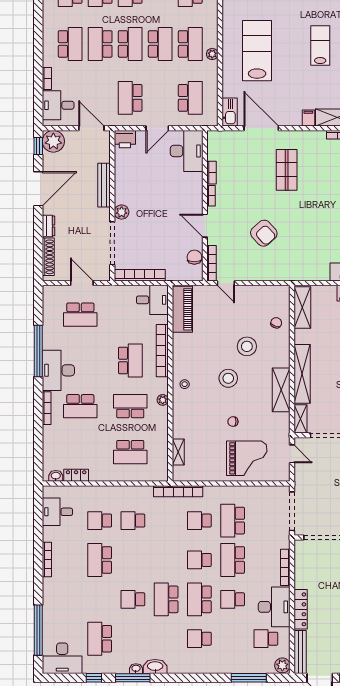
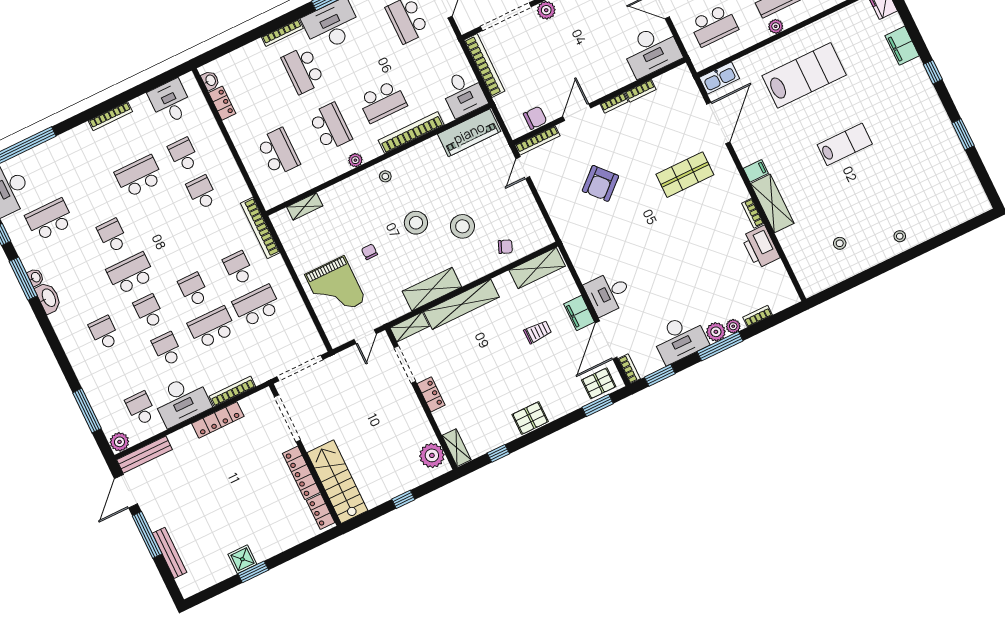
school desk: (130, 452) -> (278, 152), turned 180
school desk: (199, 599) -> (149, 311), width x0.54
locker: (301, 609) -> (218, 420), moved

